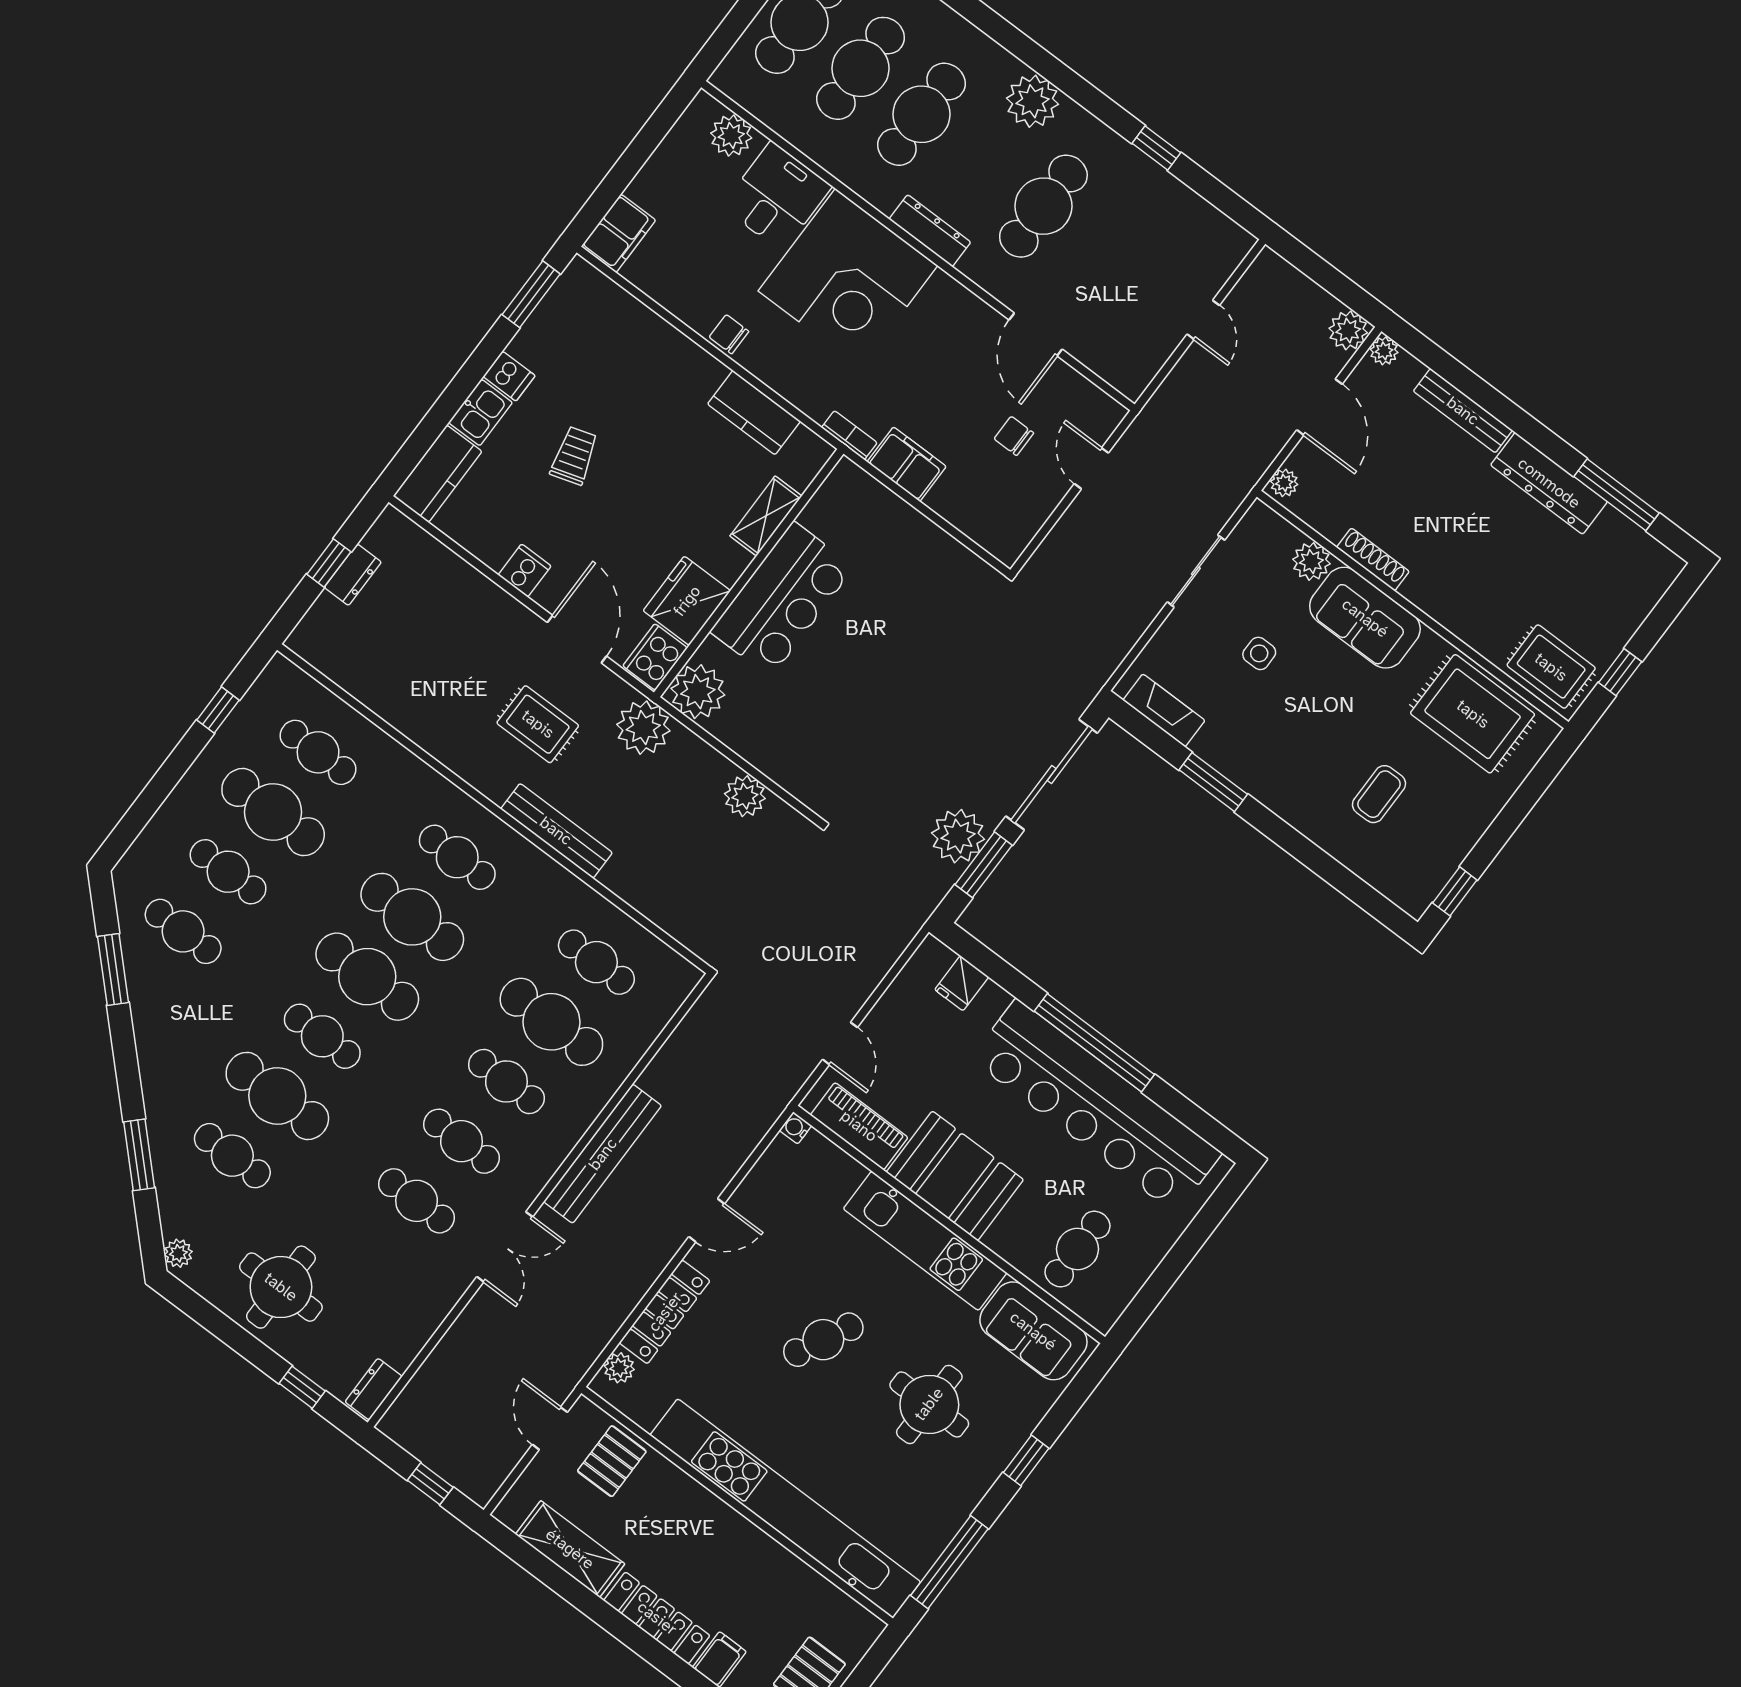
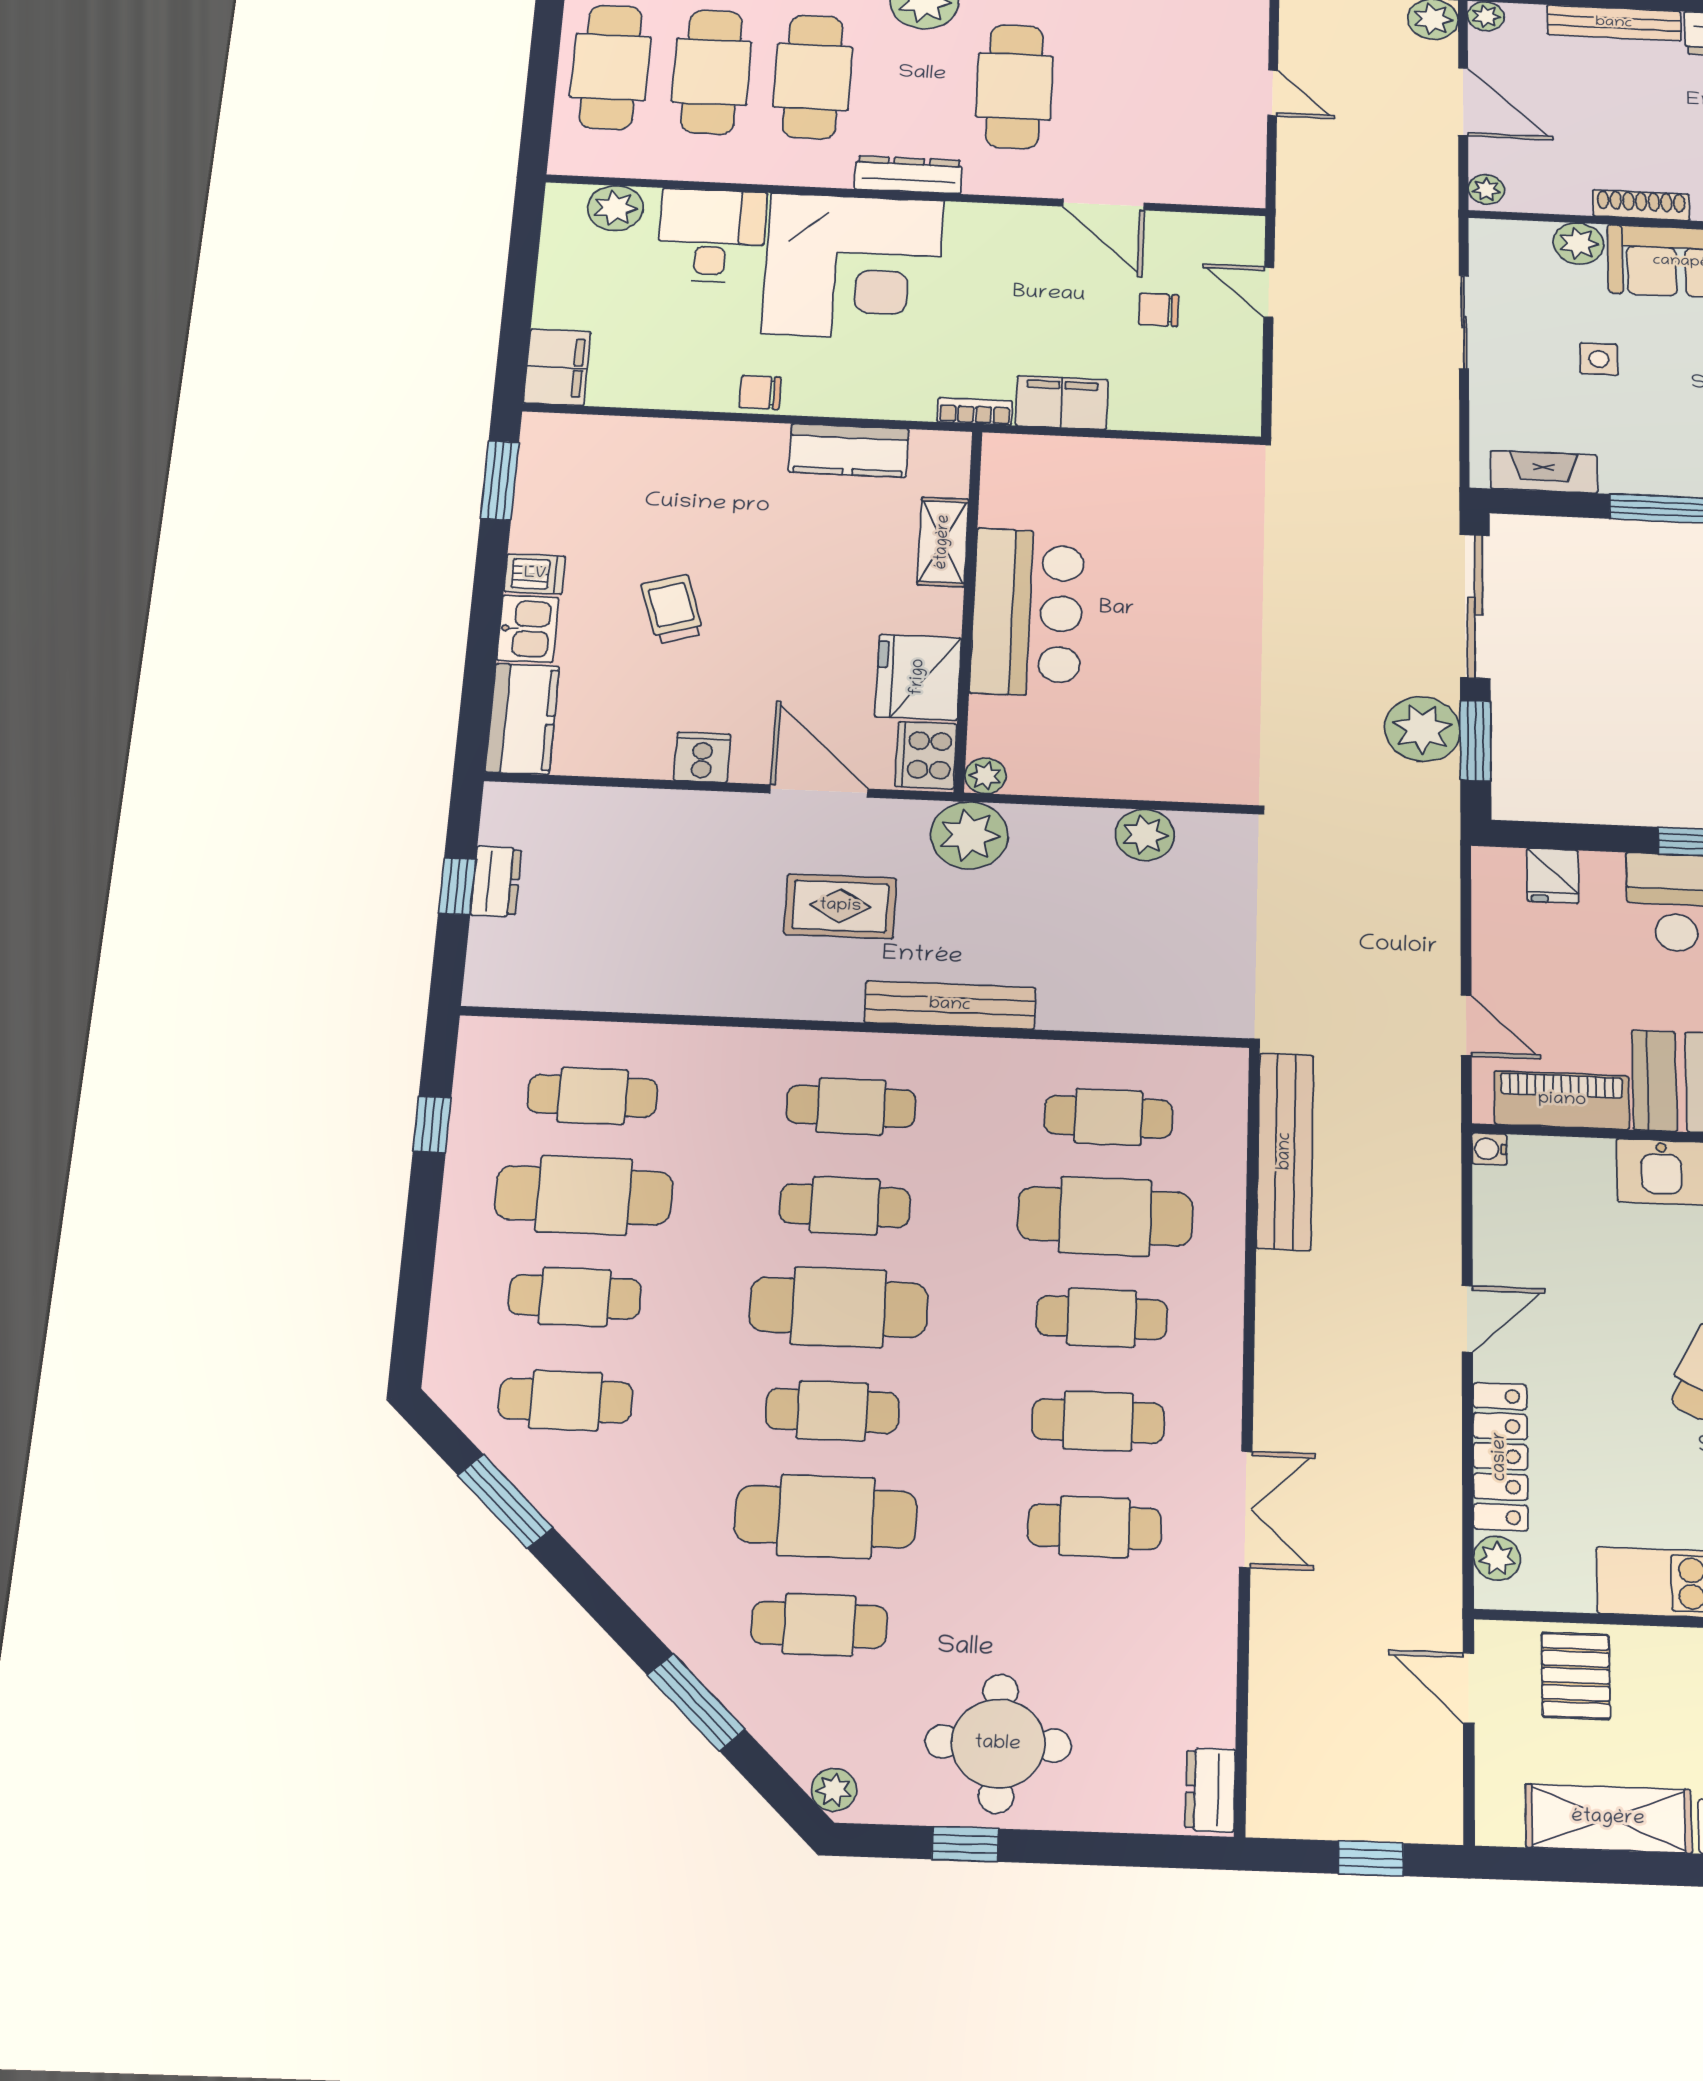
plant: (698, 692) -> (985, 776), width x0.53, depth x0.53
cafe table: (412, 917) -> (845, 1206), width x0.73, depth x0.74
bench: (603, 1154) -> (1285, 1151), moved
window: (302, 1387) -> (965, 1844), moved

